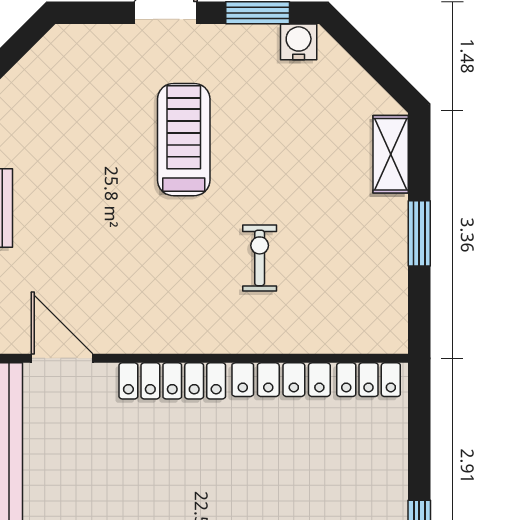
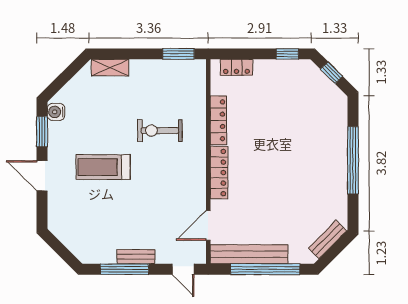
window: (419, 233) -> (178, 54), moved
exercise bike: (260, 258) -> (160, 131), width x1.38, depth x1.39
locker: (369, 380) -> (236, 67), moved, turned 90

